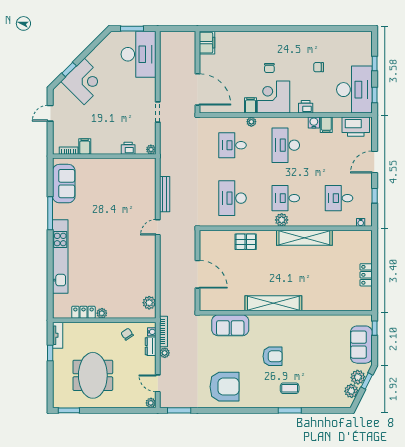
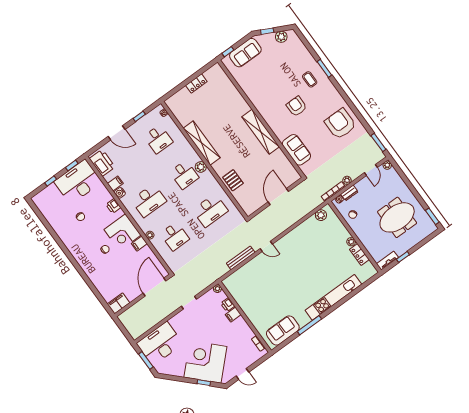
corner desk: (84, 81) -> (205, 362), width x1.36, depth x1.36
filing cabinet: (85, 146) -> (233, 315), moved
plant: (358, 377) -> (269, 39), removed

